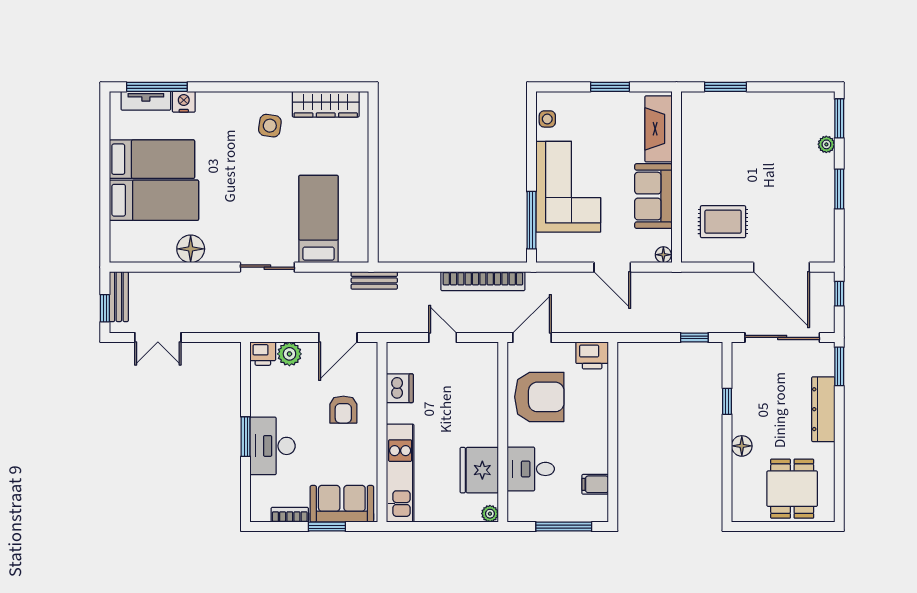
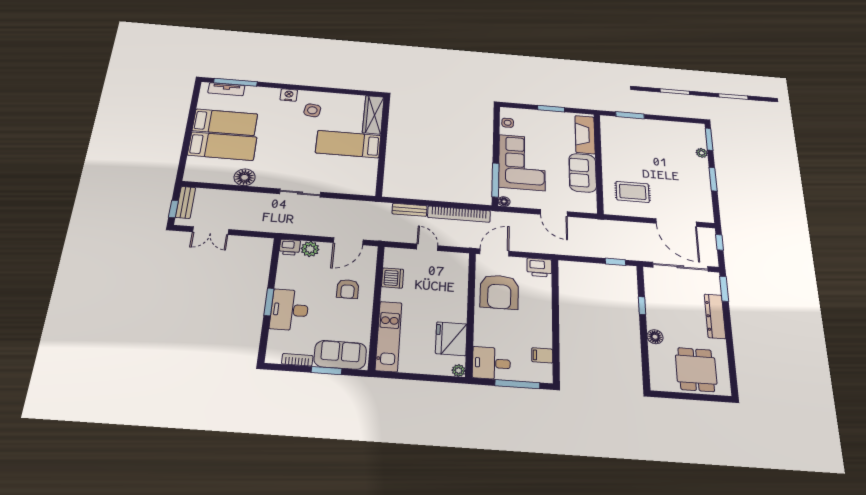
nightstand: (184, 102) -> (289, 95), moved
wardrobe: (326, 104) -> (373, 115), moved, turned 90
bed: (319, 219) -> (348, 144), moved, turned -90
floor lamp: (663, 255) -> (504, 201), moved
bench: (374, 280) -> (410, 210), moved
armchair: (539, 397) -> (499, 292), turned 90
desk: (531, 469) -> (491, 363), moved

